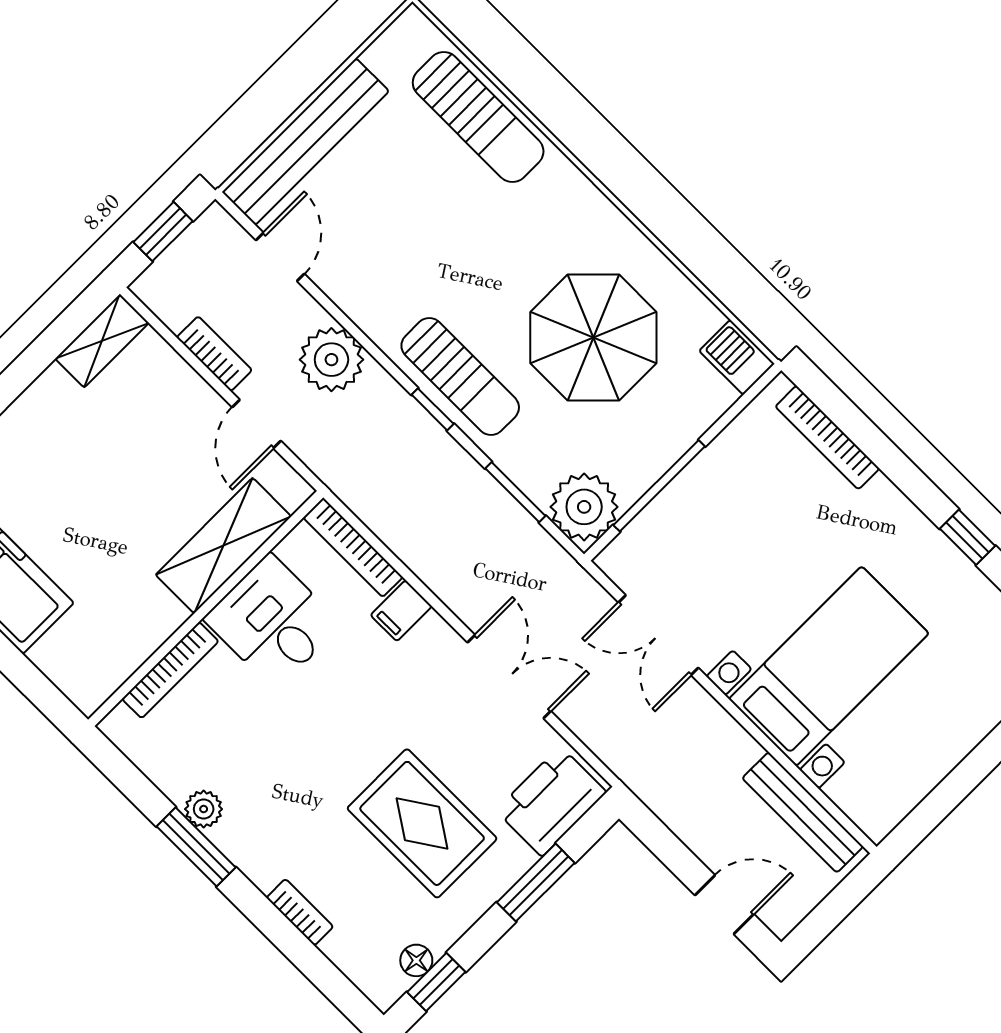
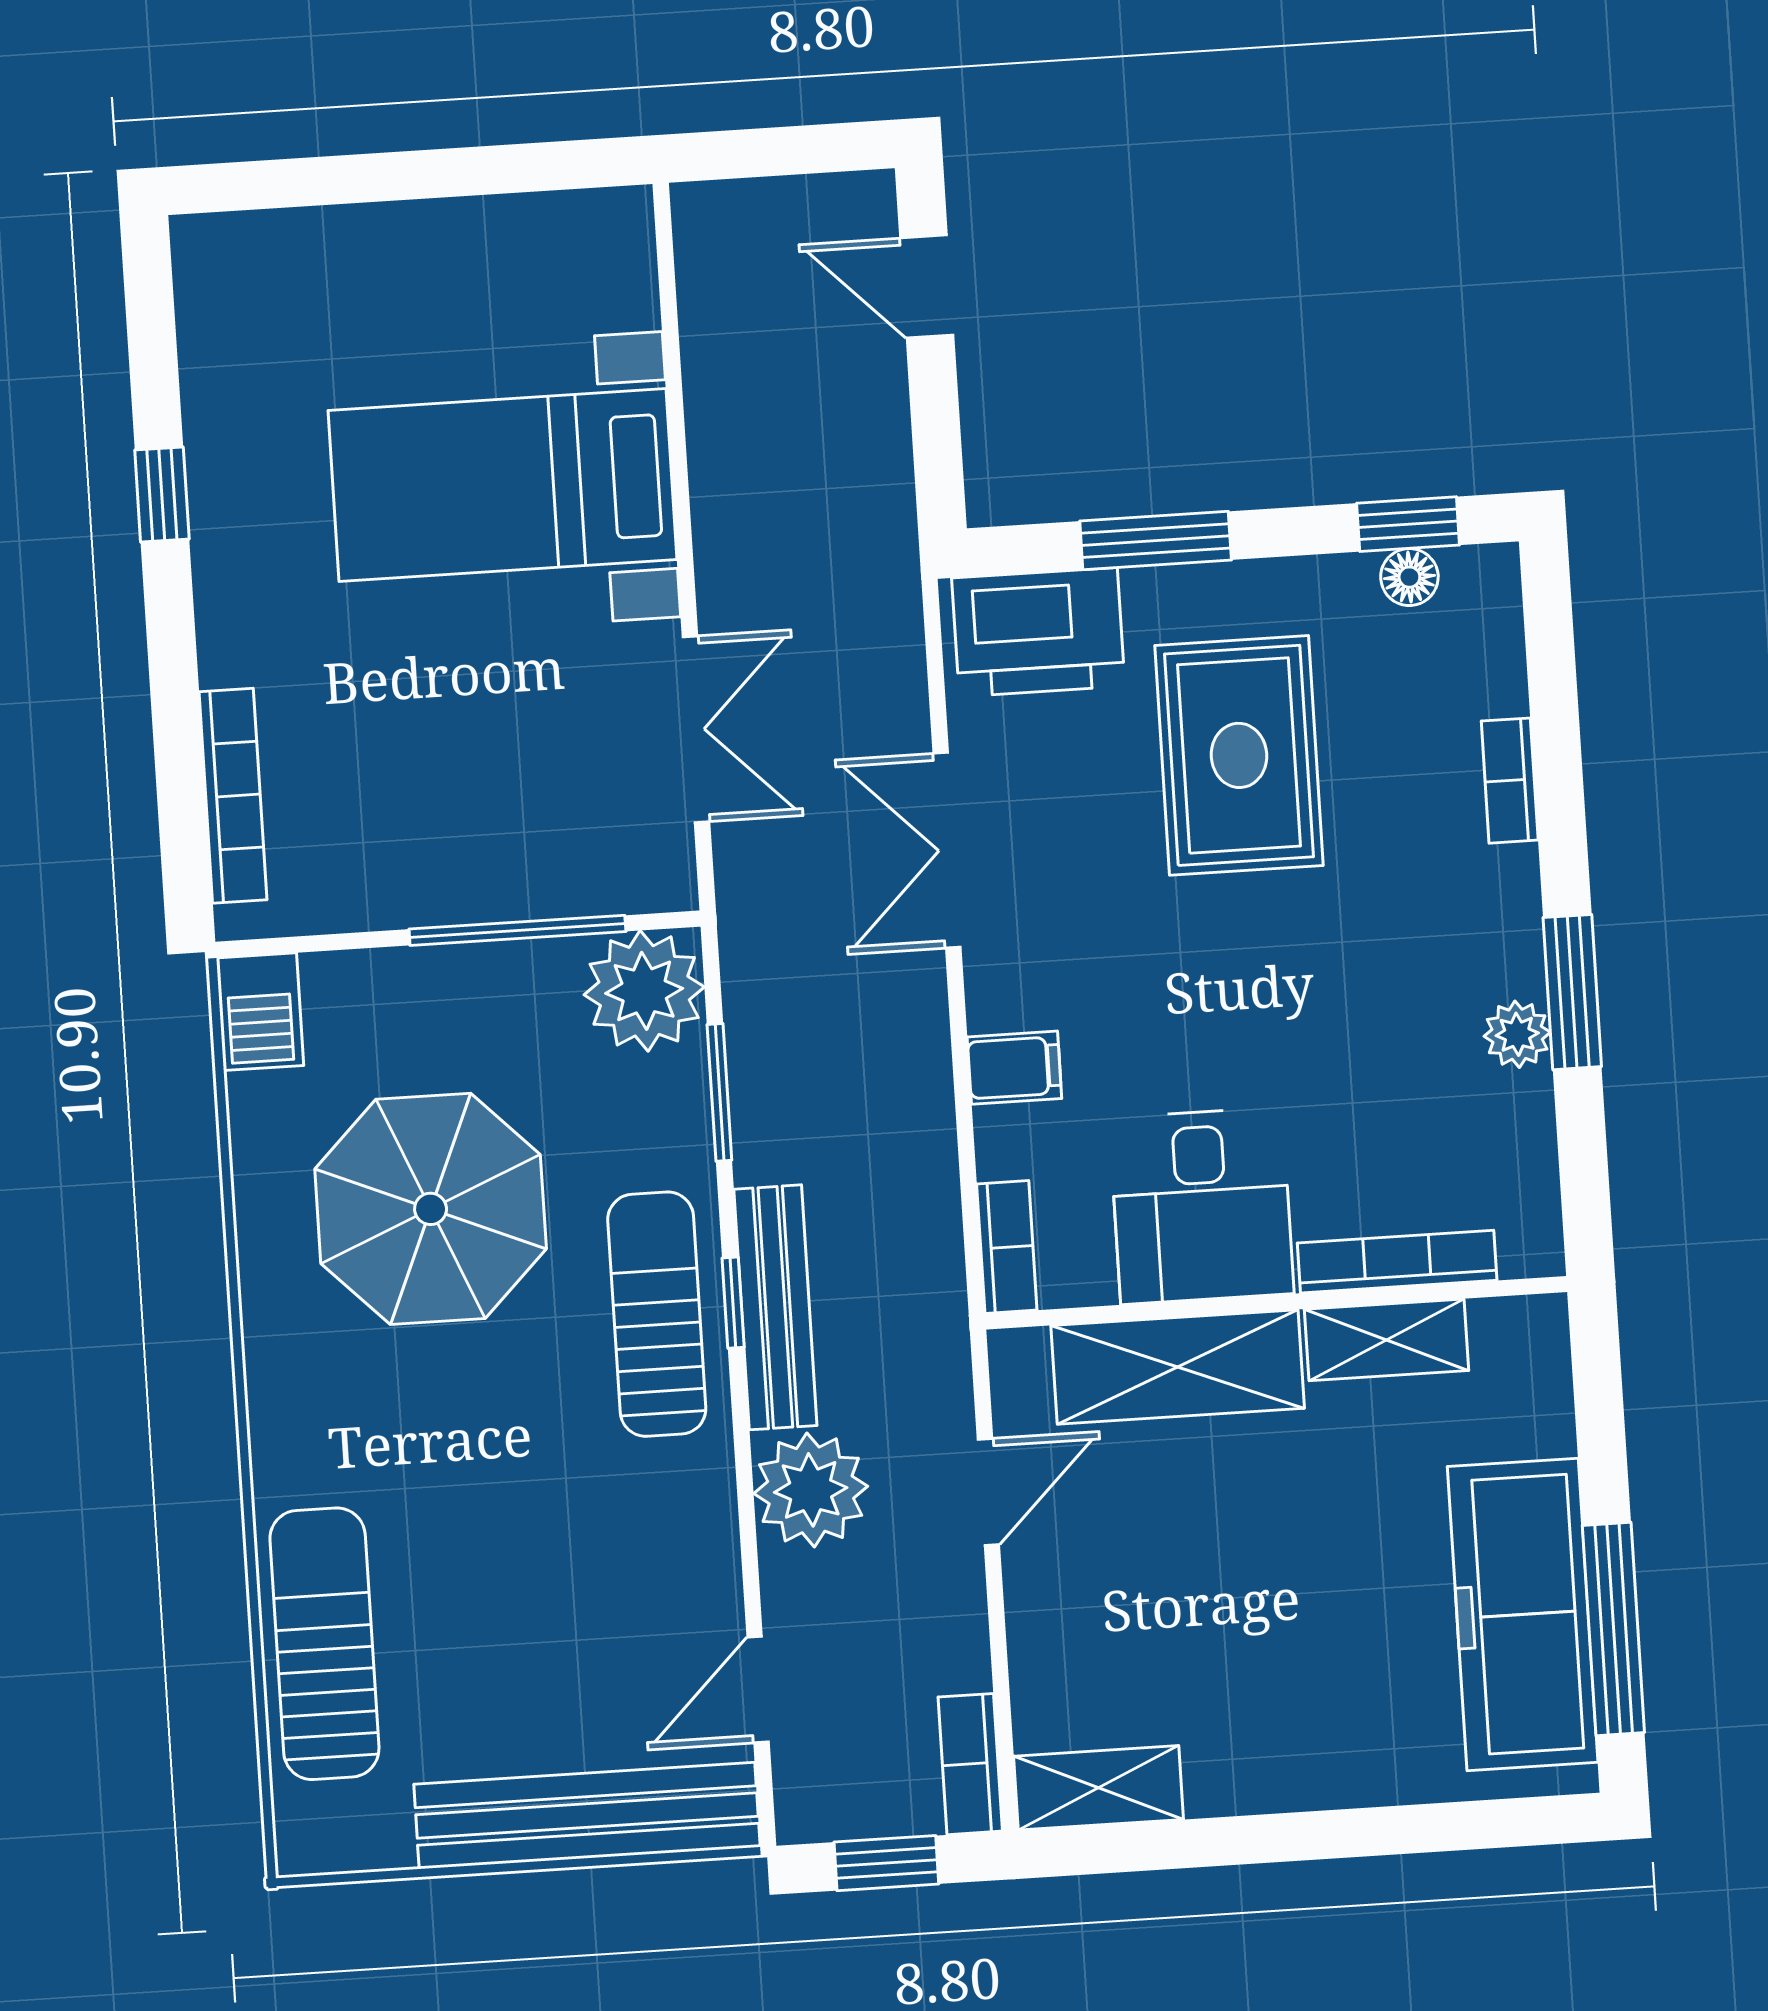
bookcase: (214, 354) -> (970, 1764), moved
bookcase: (353, 547) -> (1007, 1247), width x0.64
shelving: (146, 634) -> (1386, 1340), added
bench: (803, 812) -> (775, 1307), moved

